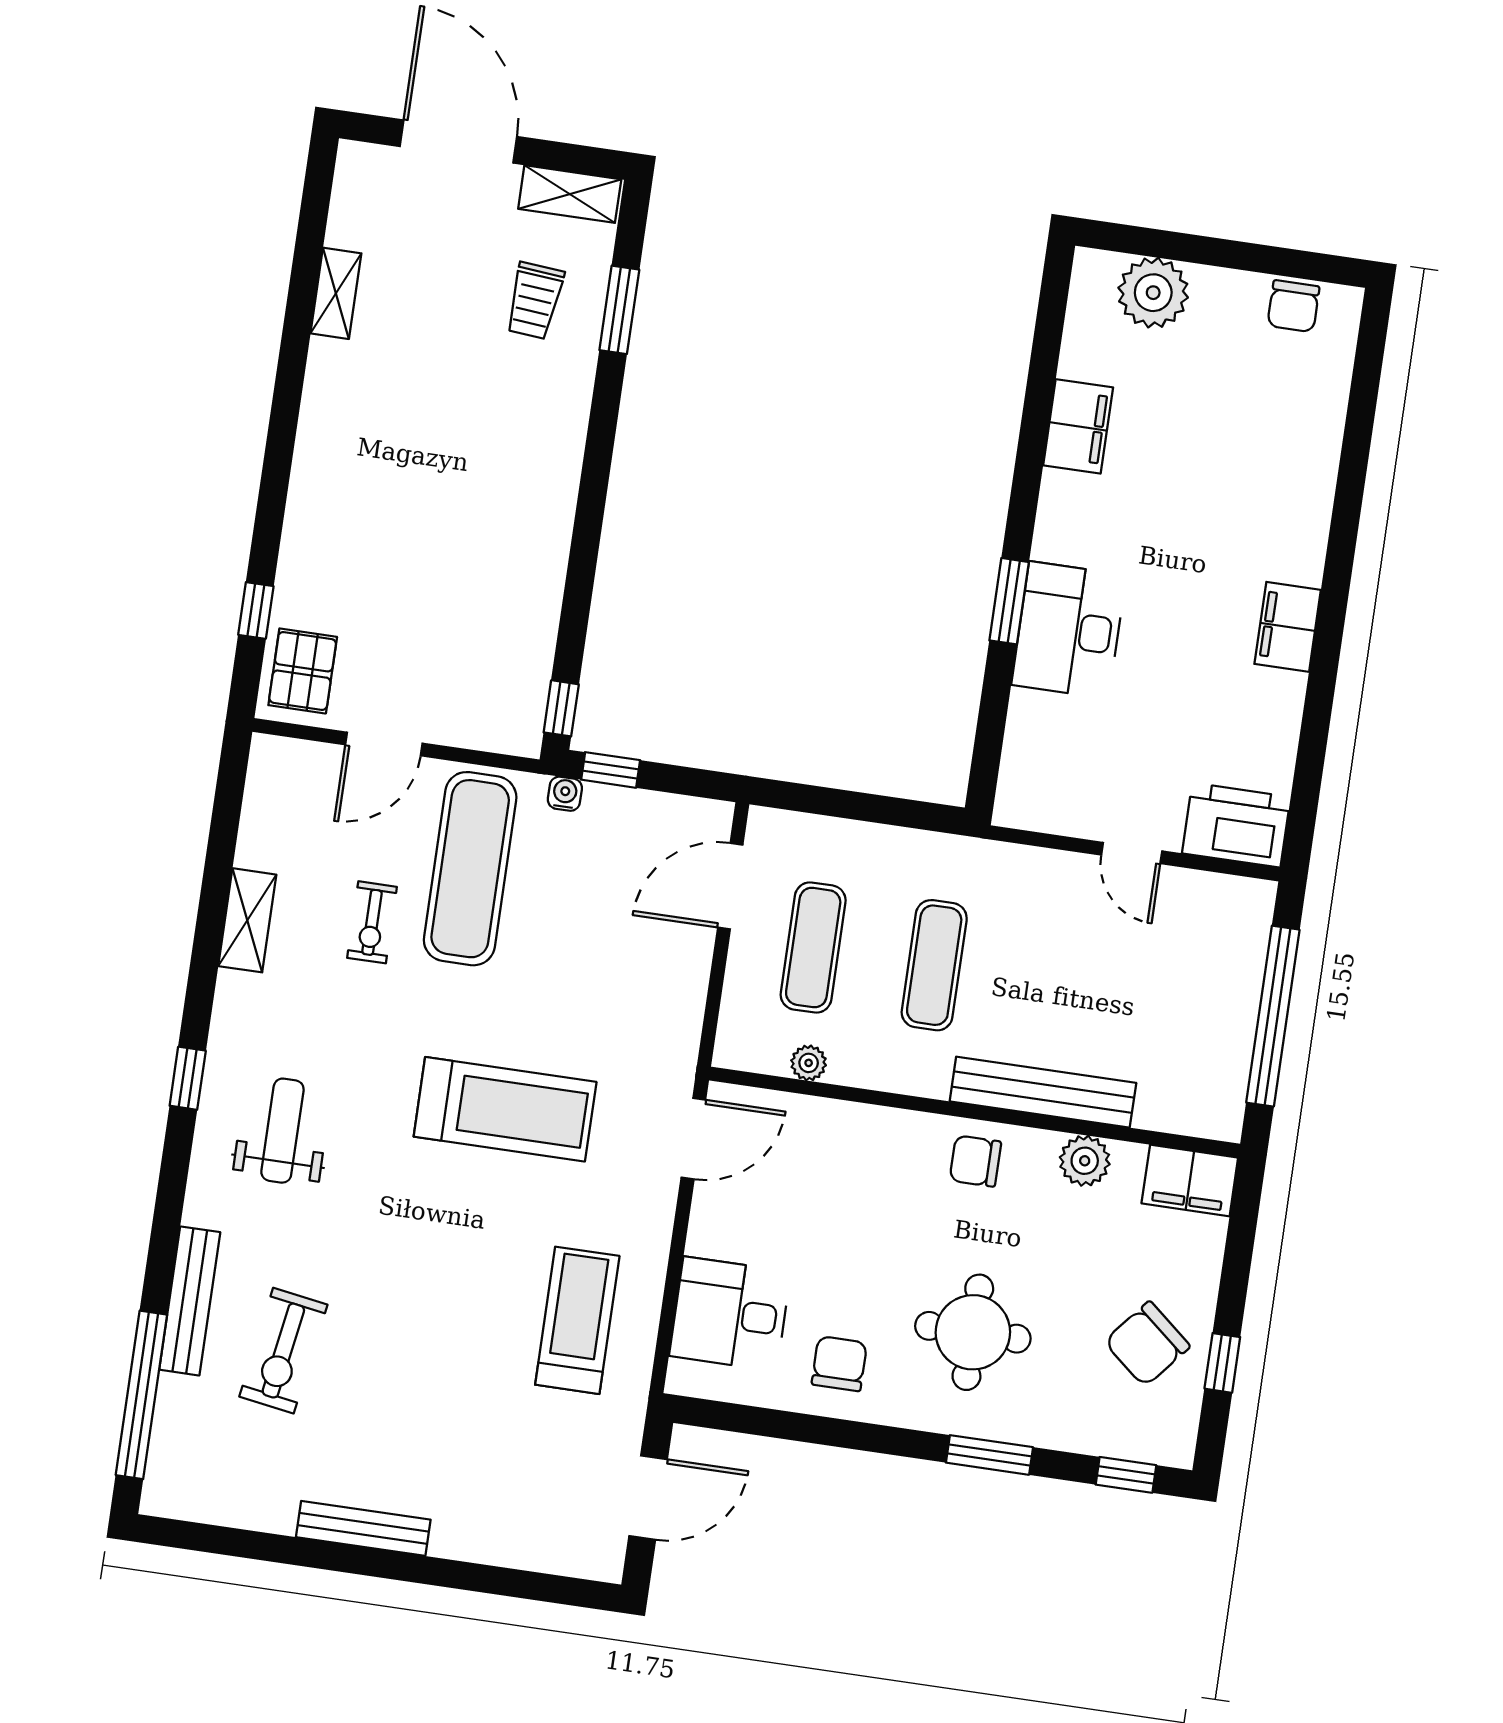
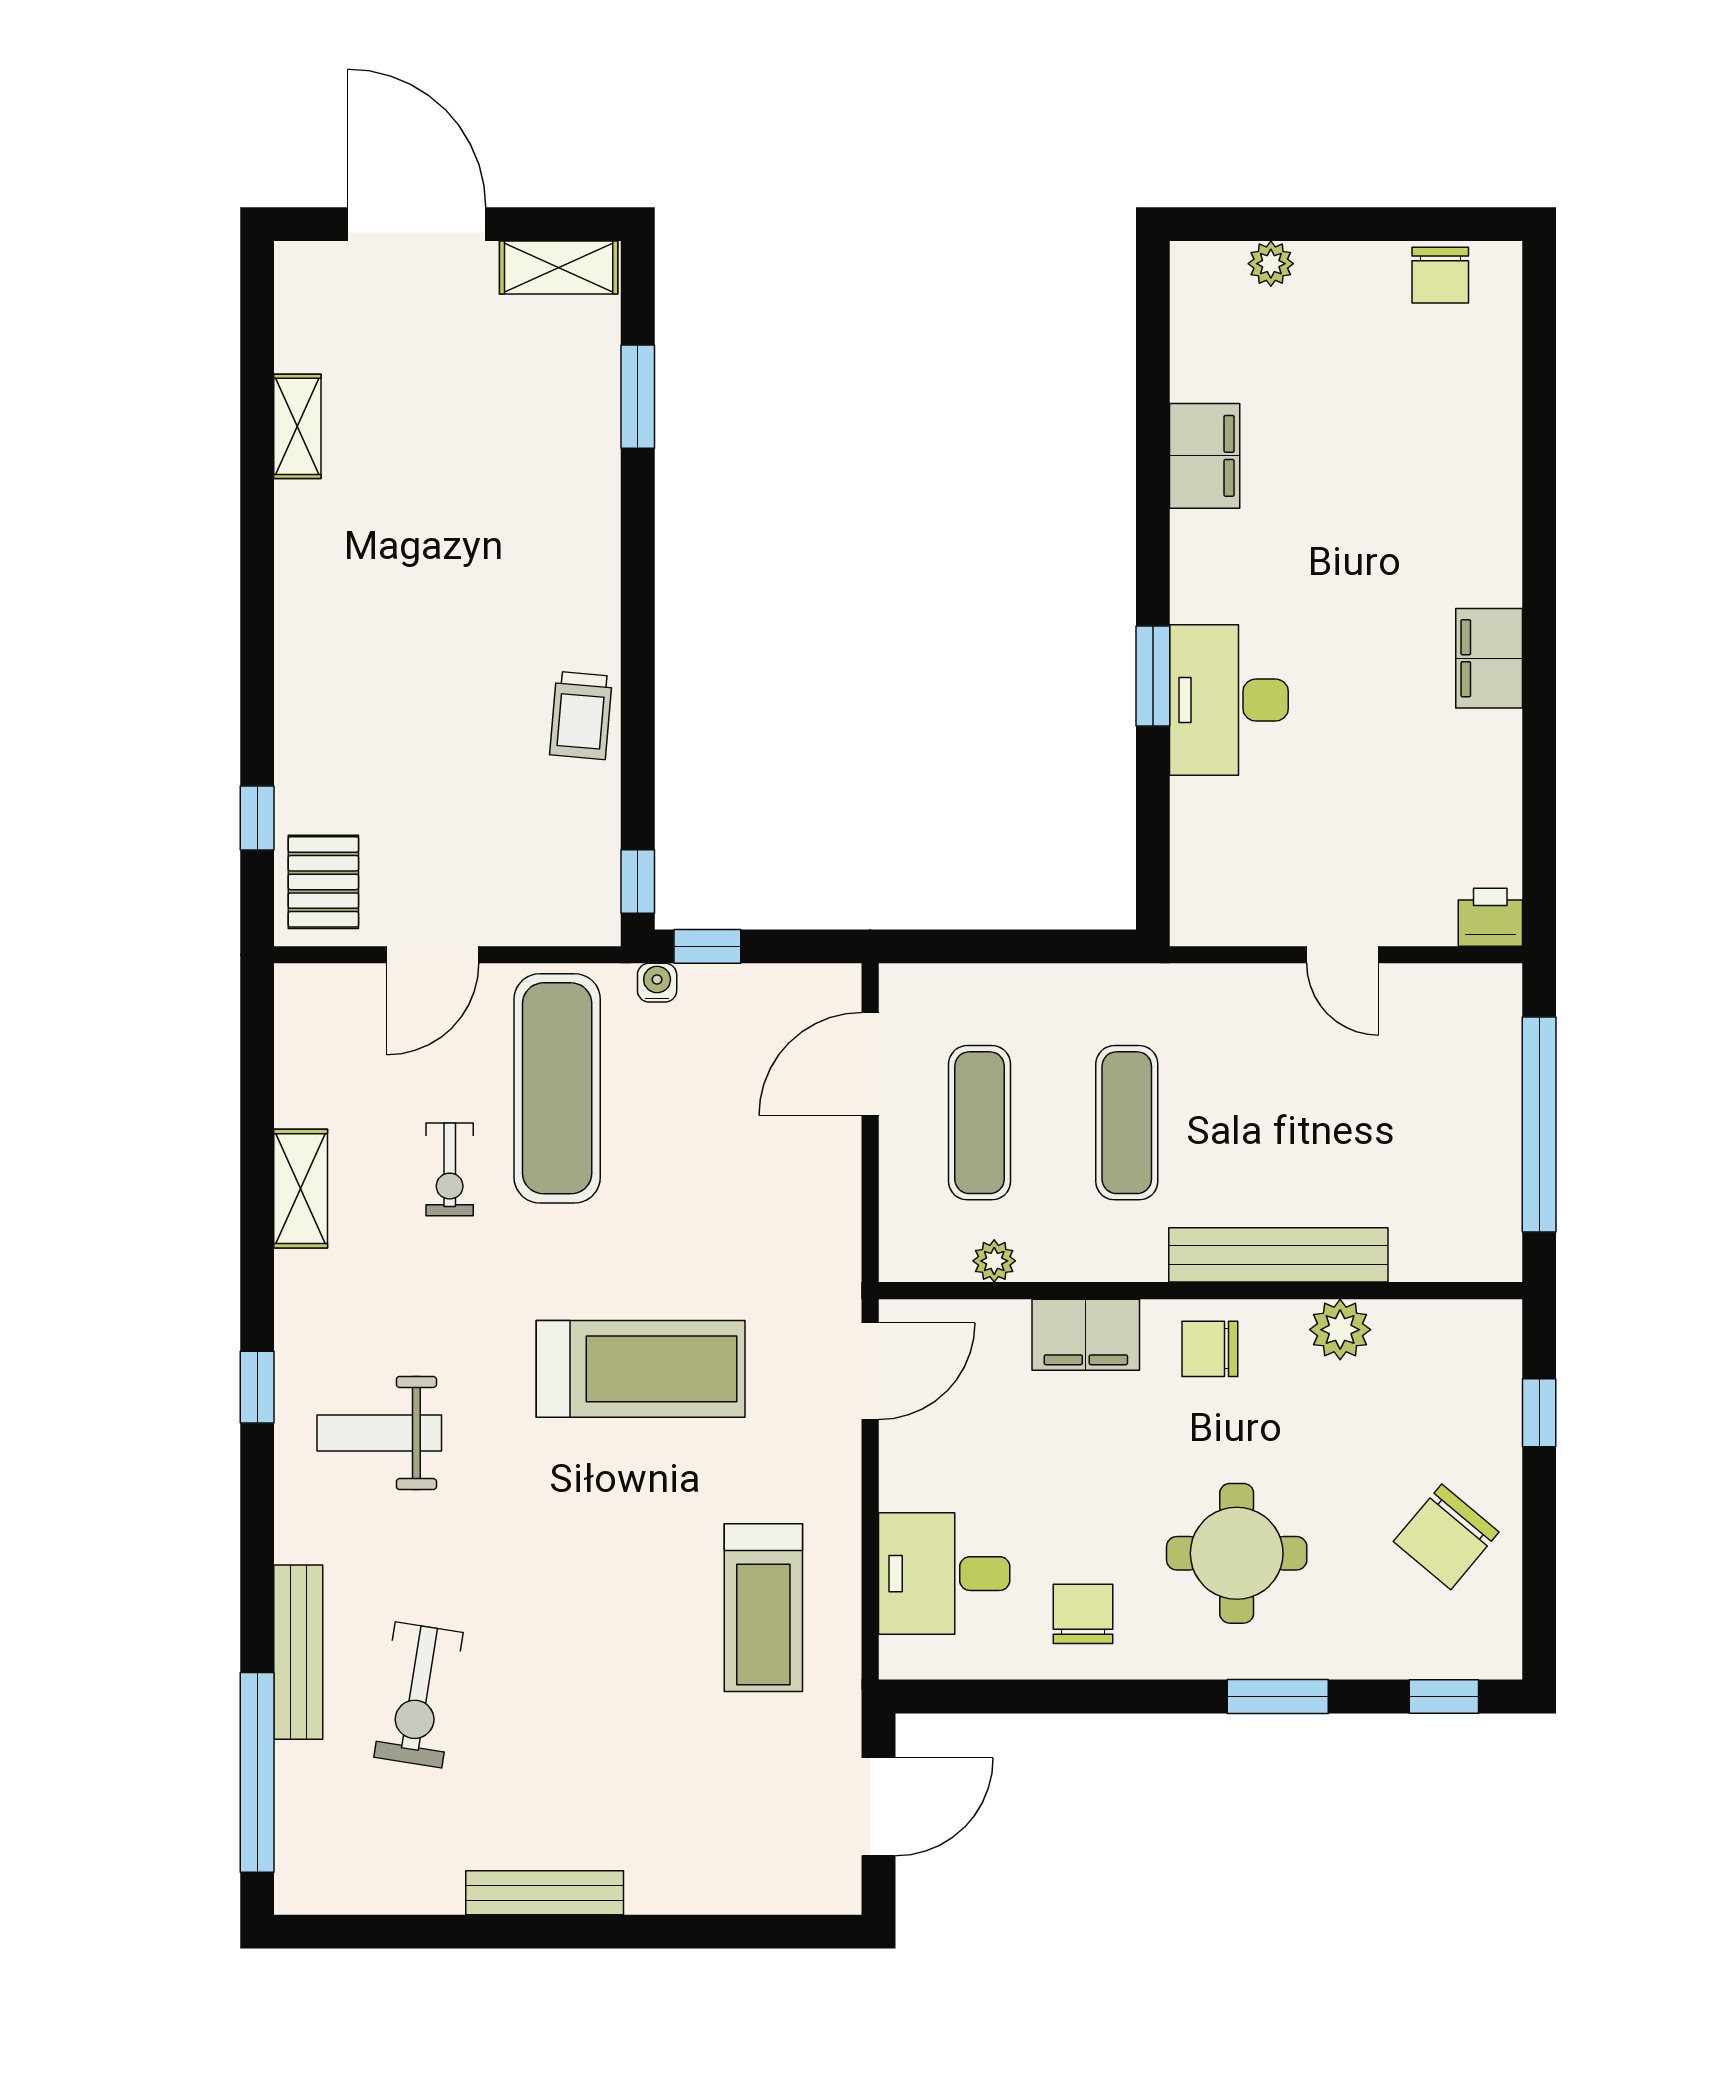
plant: (1153, 293) -> (1271, 264), width x0.53, depth x0.53
trolley: (535, 301) -> (581, 715), moved
printer: (1236, 825) -> (1490, 917), width x0.53, depth x0.68
weight bench: (282, 1131) -> (379, 1433), turned -90
filing cabinet: (1190, 1180) -> (1086, 1335), moved
treadmill: (577, 1320) -> (763, 1608), turned 180
window: (1222, 1363) -> (1539, 1413), moved

